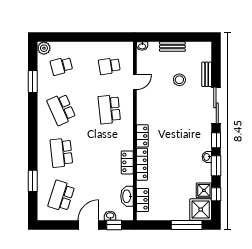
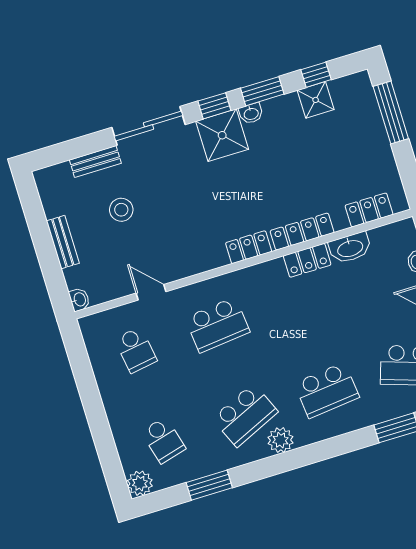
plant: (44, 123) -> (280, 440), added
washbasin: (127, 196) -> (350, 248), moved
shower: (201, 210) -> (222, 135), moved

